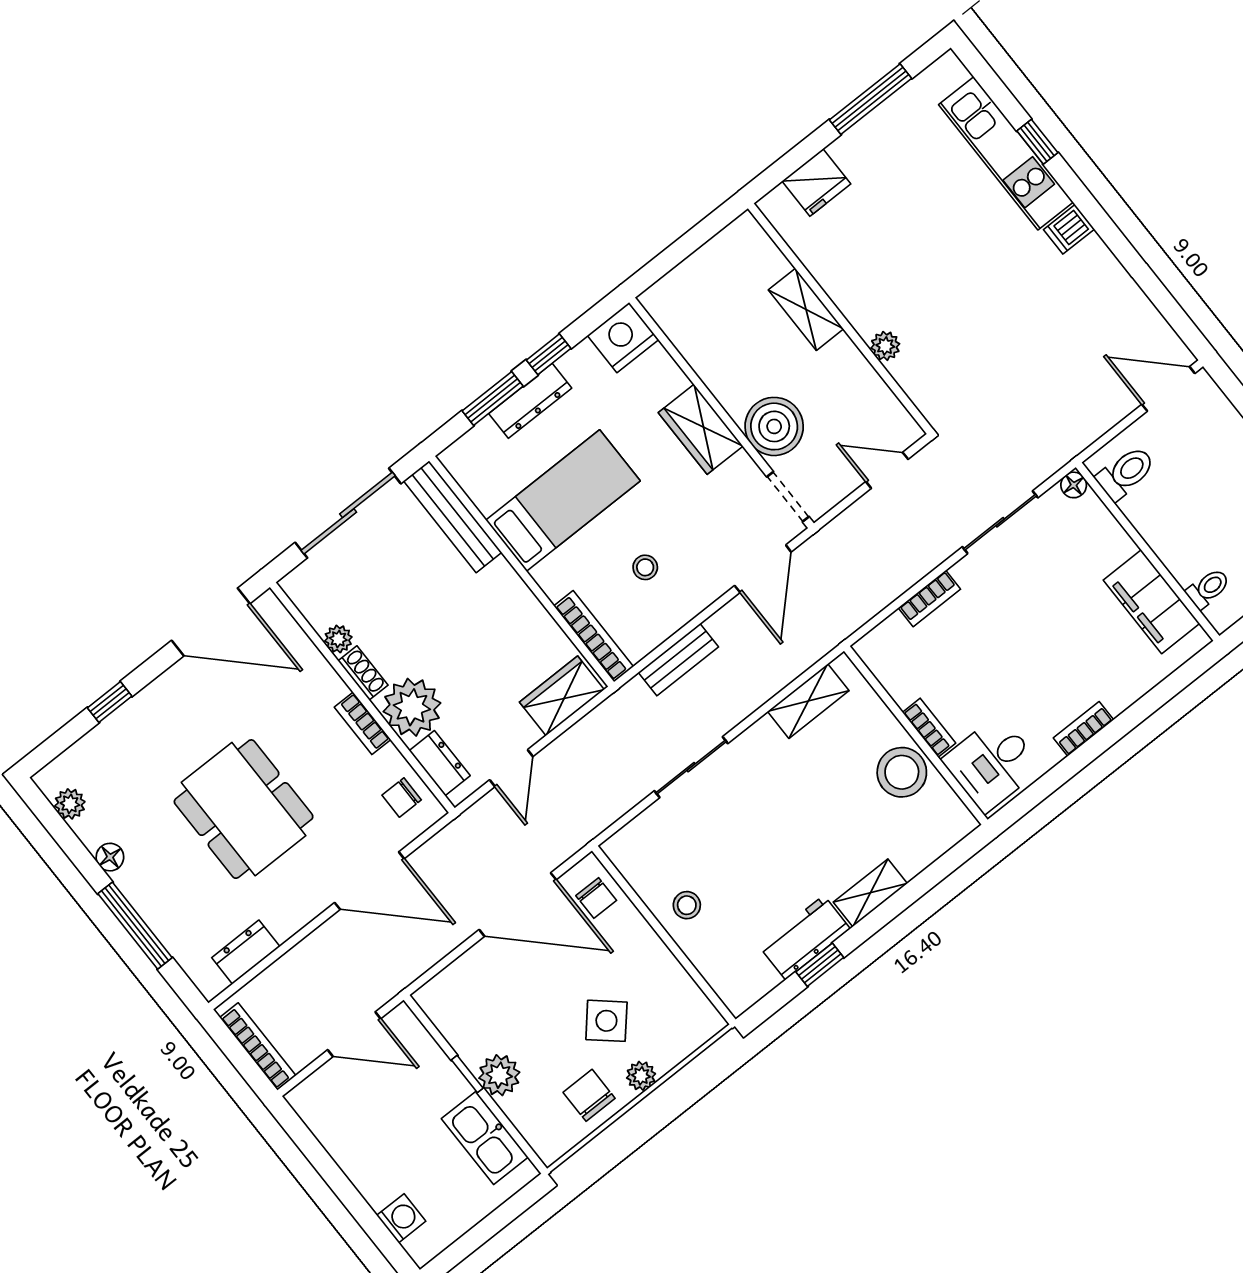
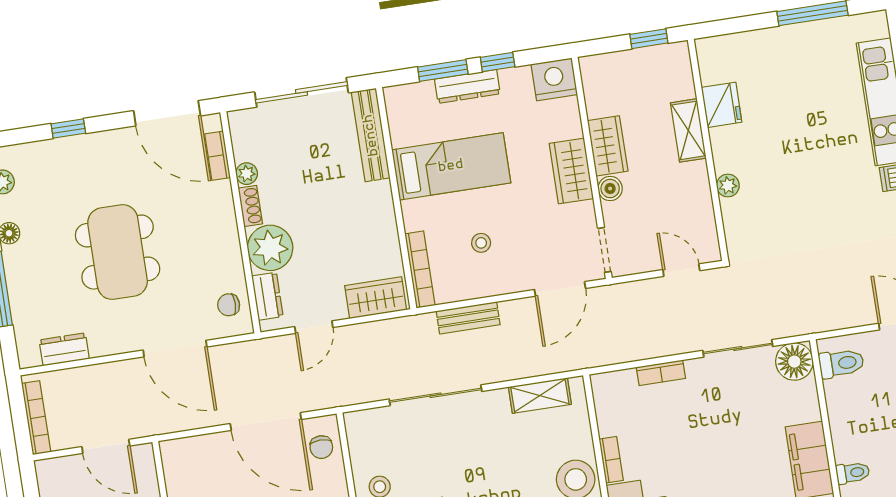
fridge: (816, 183) -> (722, 105), moved, turned -90
window: (703, 232) -> (649, 39), added
wardrobe: (725, 378) -> (608, 146), added
boiler: (774, 426) -> (610, 189), width x0.54, depth x0.54
floor lamp: (1074, 485) -> (794, 362), width x1.89, depth x1.89
bookcase: (363, 723) -> (218, 156), moved
sliding door: (691, 767) -> (435, 395), width x1.37

